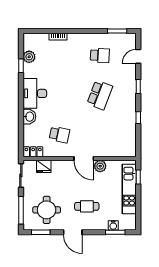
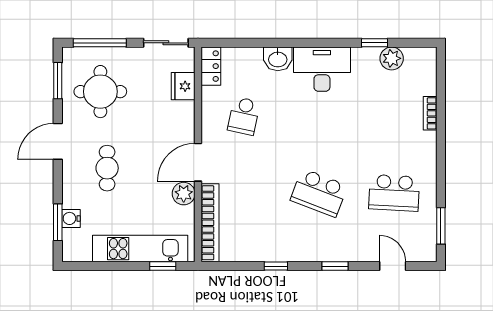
school desk: (100, 55) -> (394, 193), width x1.85
bookcase: (116, 152) -> (210, 223), added

